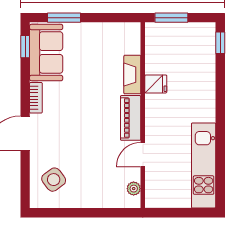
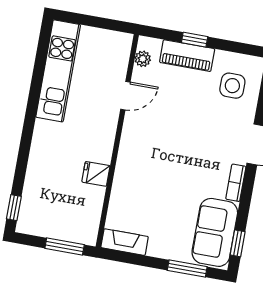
fireplace: (132, 75) -> (125, 242), moved, turned -90
piano: (131, 118) -> (187, 56), moved, turned 90
side table: (54, 180) -> (232, 86), turned 37
window: (93, 213) -> (195, 40), added

